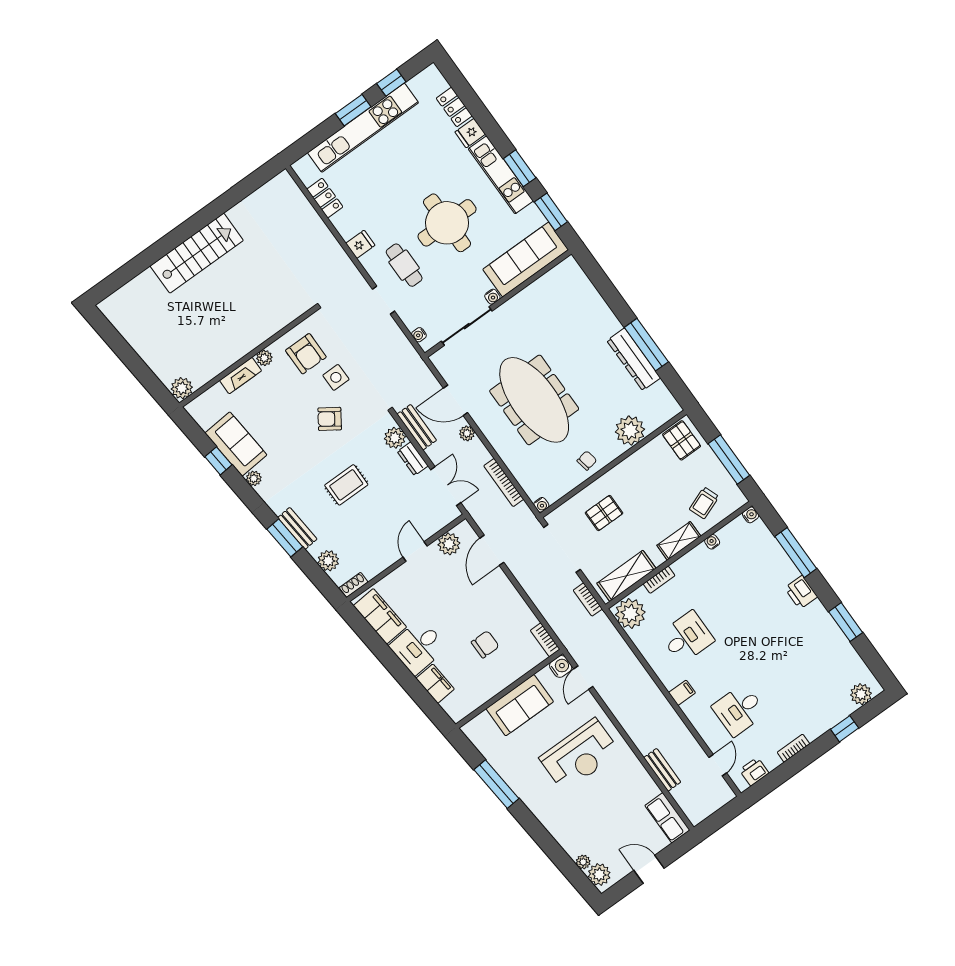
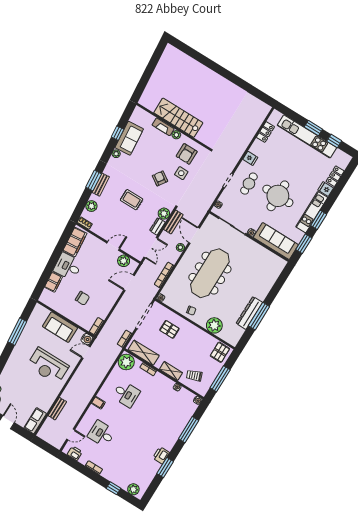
stairs: (197, 253) -> (178, 118), moved, turned 180
plant: (182, 388) -> (145, 101), removed
printer: (801, 592) -> (161, 455), moved

